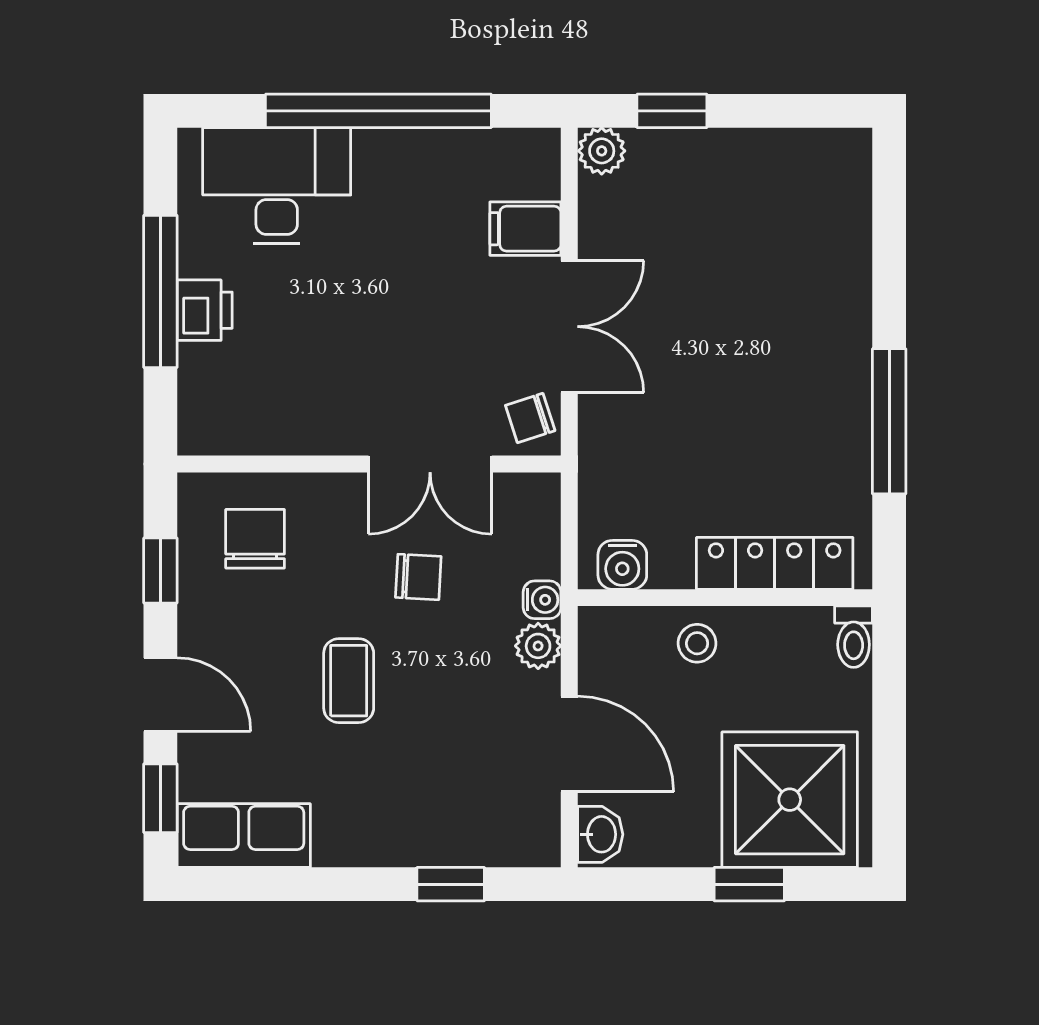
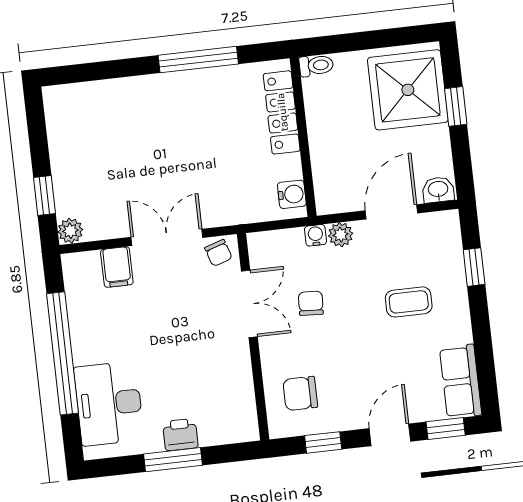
window: (160, 291) -> (173, 460), width x0.69
stool: (697, 643) -> (329, 149), removed
coffee table: (349, 681) -> (409, 302), moved

